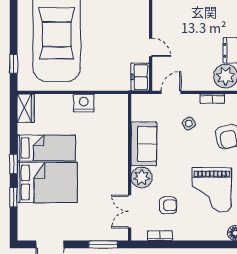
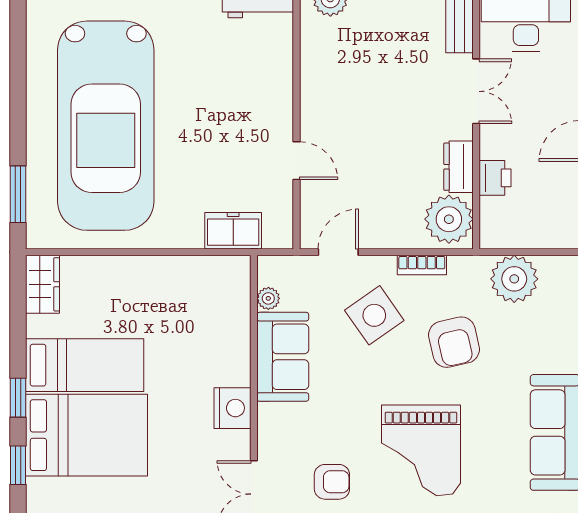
window: (14, 64) -> (18, 194), width x1.50
freezer: (140, 77) -> (233, 231), moved, turned 90
nightstand: (84, 103) -> (232, 408), moved, turned 90
side table: (189, 123) -> (374, 315), width x1.87, depth x1.87
plant: (142, 177) -> (268, 298), moved, width x0.53, depth x0.53

